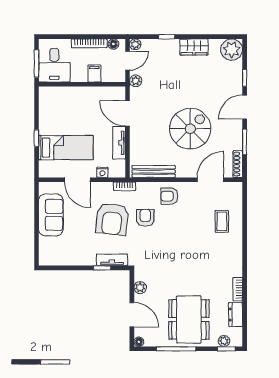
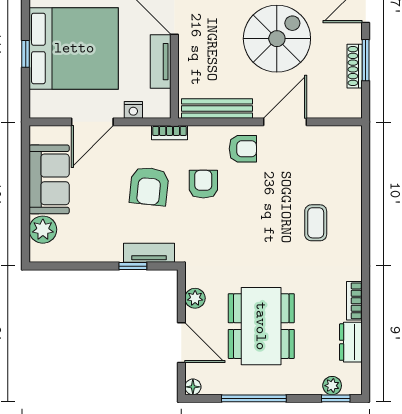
bed: (66, 148) -> (74, 48), width x2.04
shoe rack: (238, 164) -> (355, 66), moved
door: (77, 180) -> (92, 122), hinge flipped
door: (210, 180) -> (285, 122), moved
armchair: (169, 196) -> (243, 149), turned 180
armchair: (112, 219) -> (149, 186), width x0.73, depth x0.73
coffee table: (222, 221) -> (316, 223), moved
plant: (47, 246) -> (43, 230), added
dining table: (189, 320) -> (261, 326), moved

